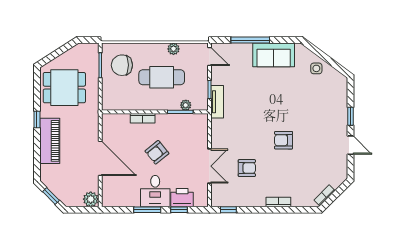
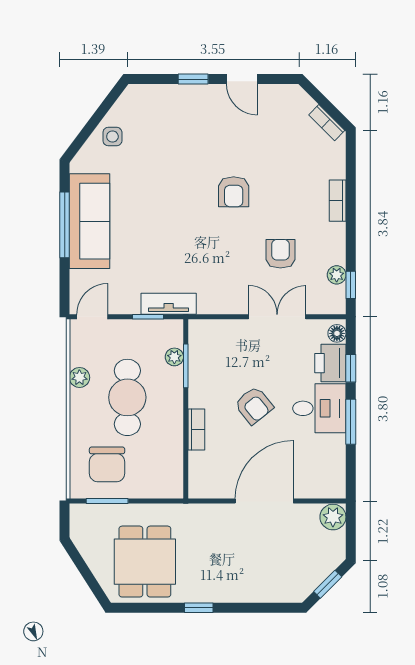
window: (250, 40) -> (65, 225), moved
sofa: (274, 55) -> (90, 221), width x1.36
piano: (50, 141) -> (235, 586), removed
door: (350, 145) -> (242, 79), swing flipped
plant: (234, 201) -> (337, 275), added
floor lamp: (200, 202) -> (337, 333), added

